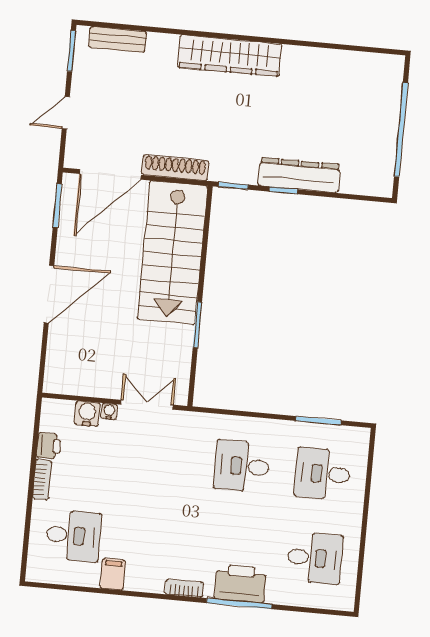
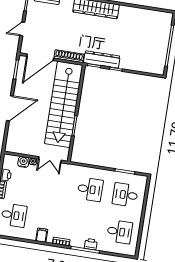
dresser: (299, 175) -> (102, 59), moved
stairs: (173, 253) -> (64, 104), width x1.36
double door: (147, 405) -> (50, 160), swing flipped
desk: (242, 466) -> (90, 189), turned 180
filing cabinet: (113, 574) -> (42, 235), moved
printer: (240, 583) -> (91, 244), width x0.53, depth x0.68

